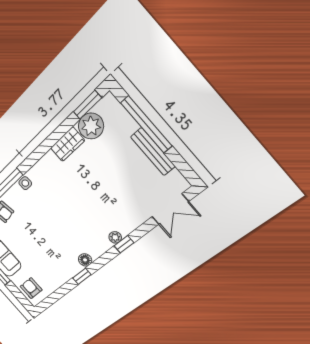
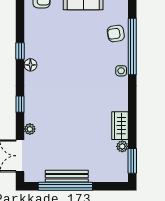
window: (146, 124) -> (65, 186), moved
plant: (91, 126) -> (122, 146), width x0.53, depth x0.53
plant: (115, 237) -> (30, 129), moved

